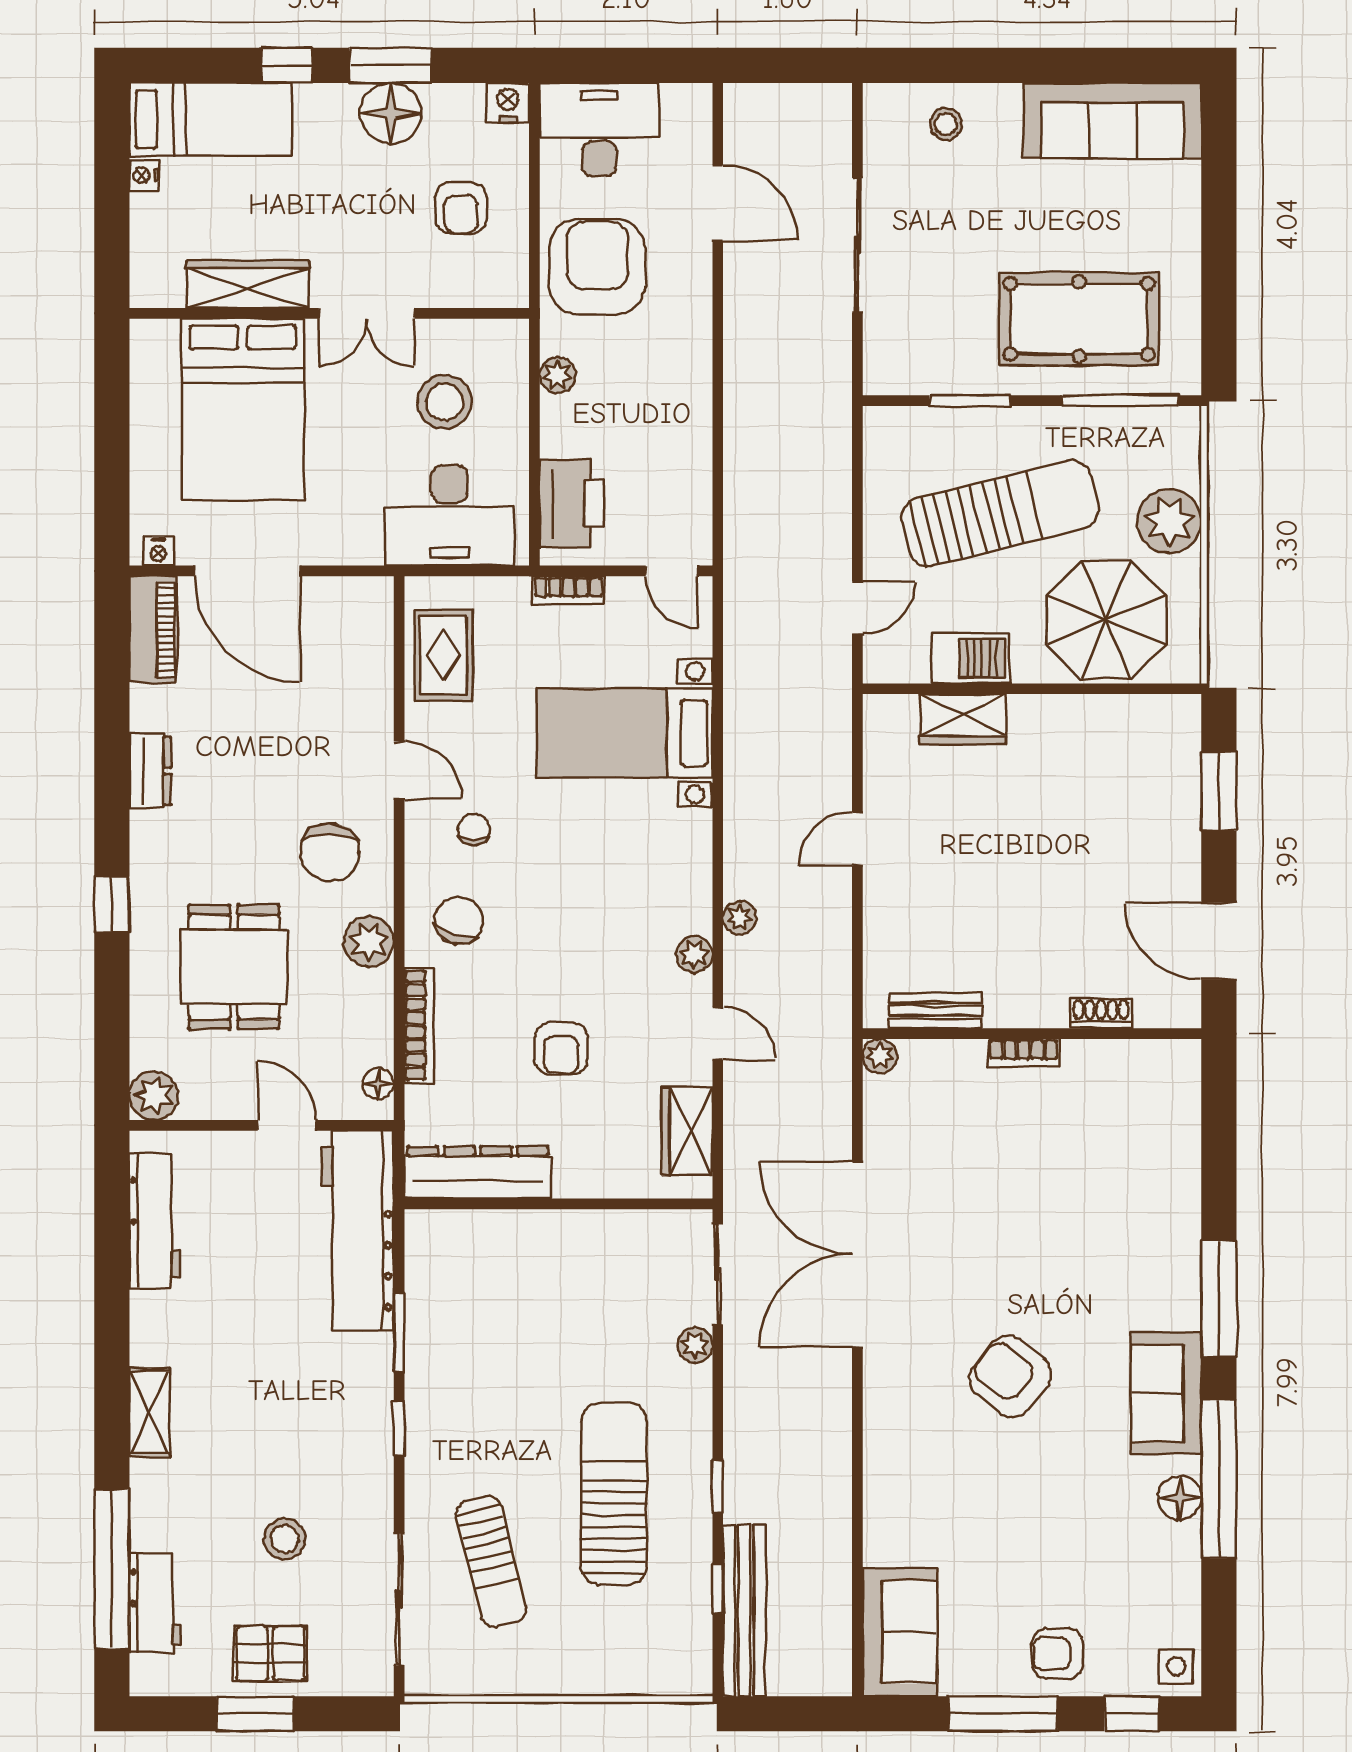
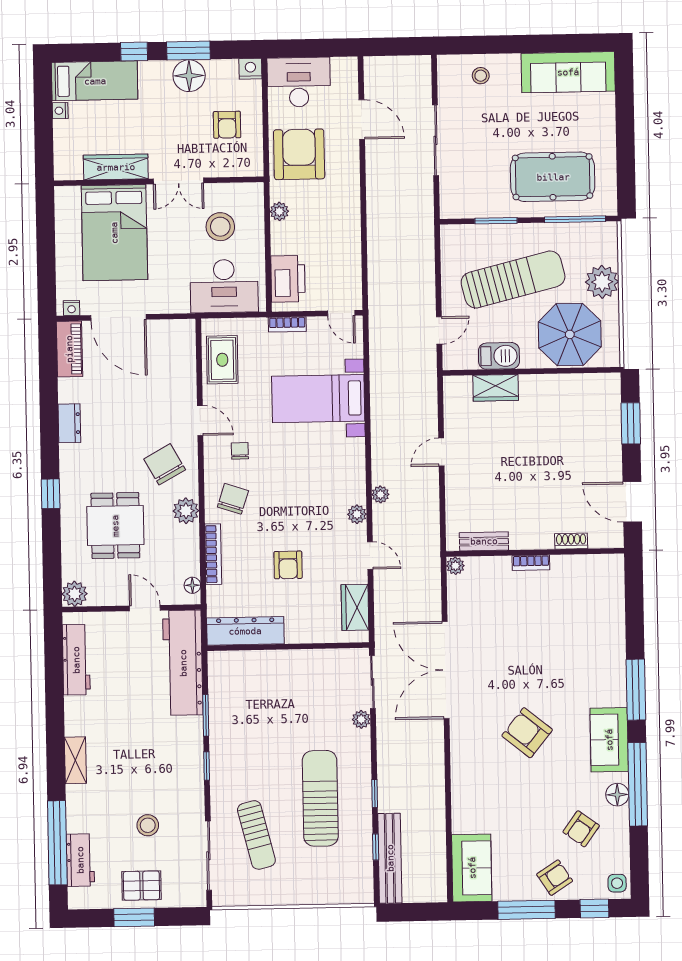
chair: (330, 852) -> (165, 464), turned 151
armchair: (1110, 1562) -> (581, 829), added
armchair: (1057, 1653) -> (555, 878), turned 147

